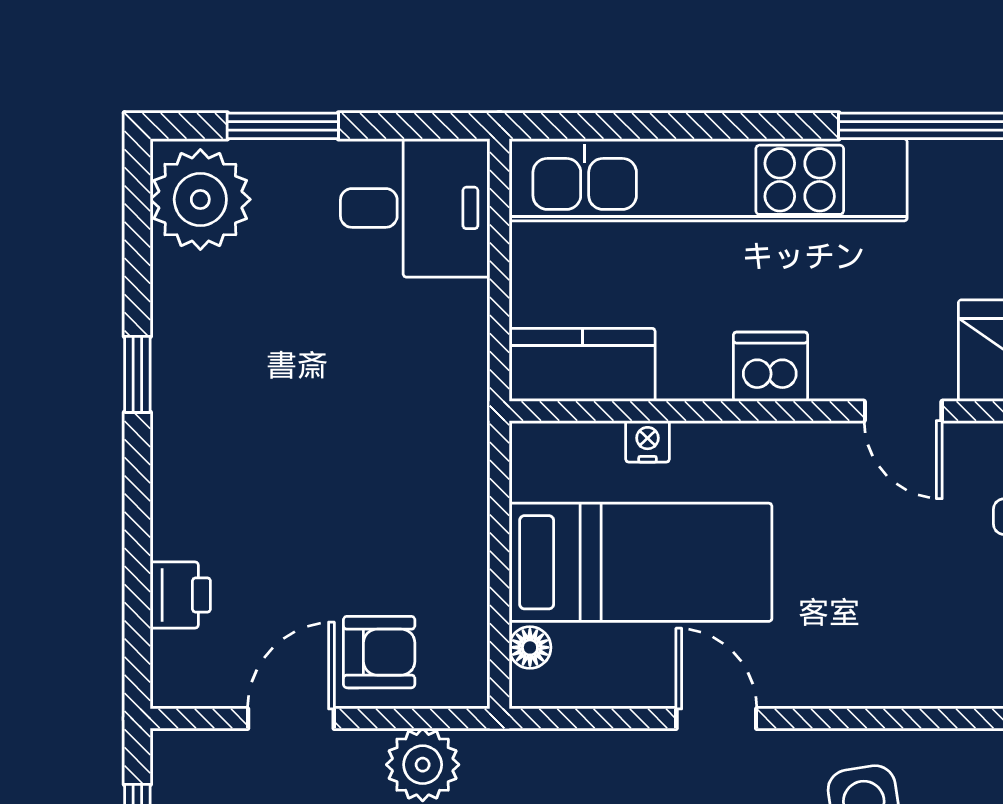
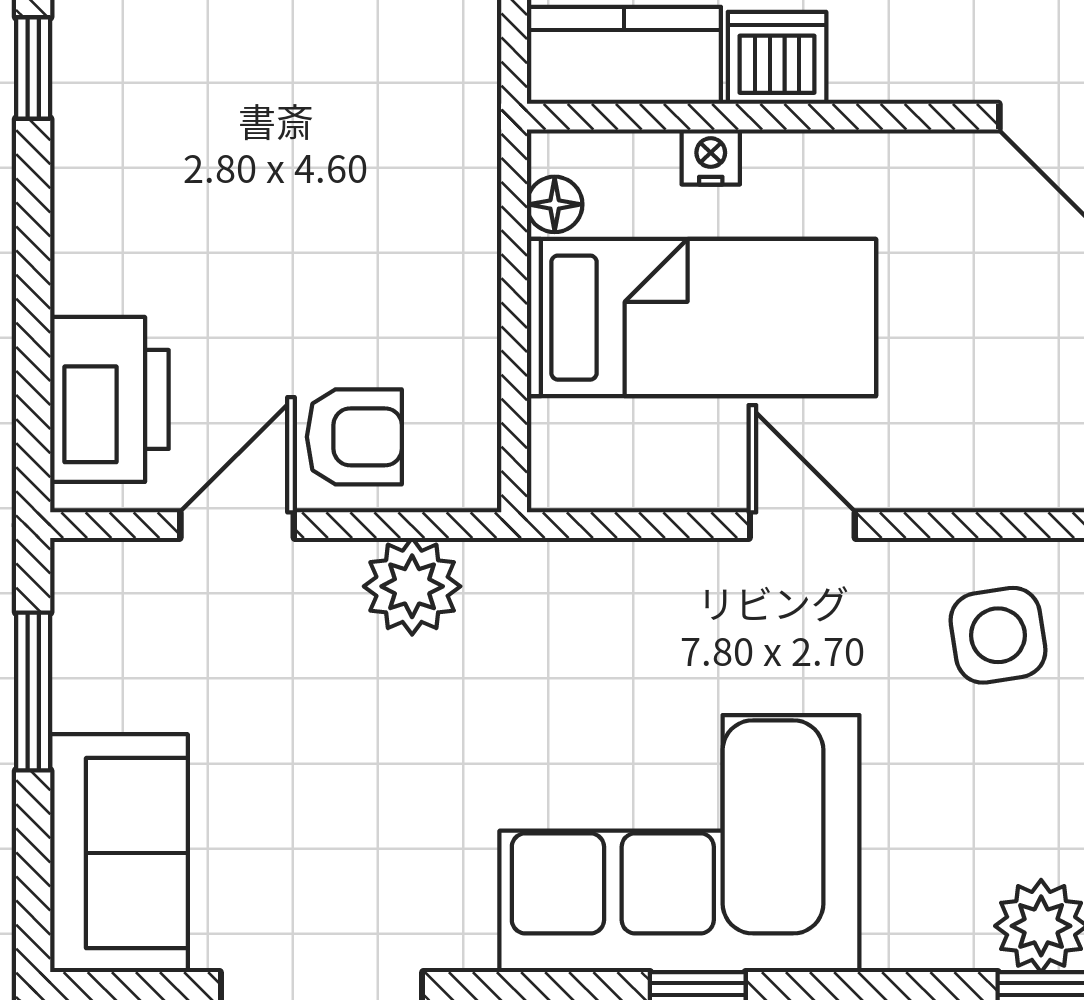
dishwasher: (770, 367) -> (777, 58), moved
printer: (180, 595) -> (109, 399), width x1.87, depth x1.48
floor lamp: (530, 647) -> (555, 204), moved

